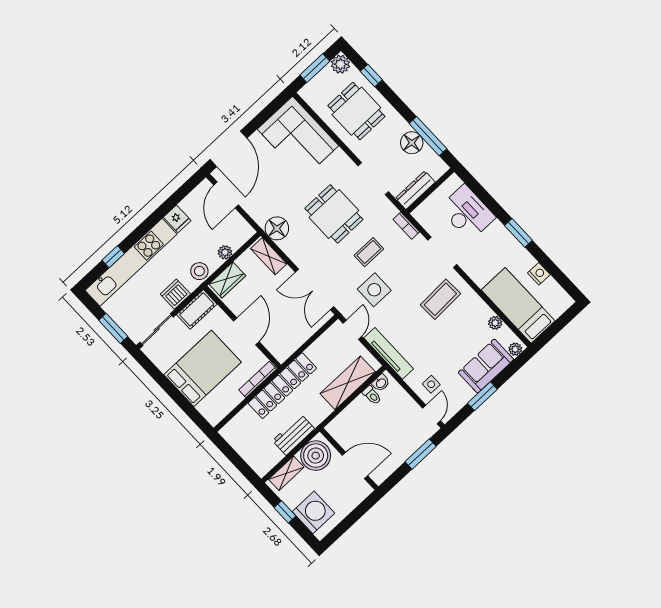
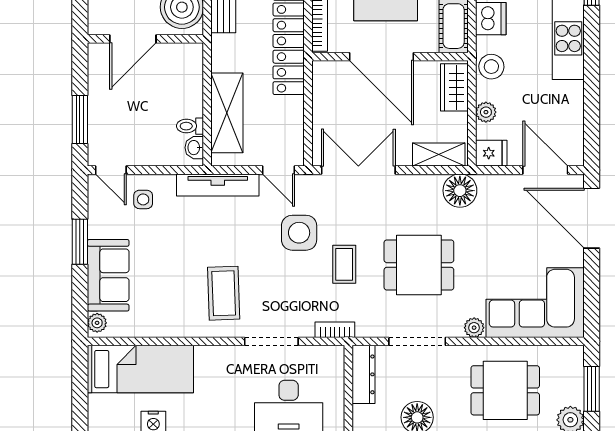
fridge: (177, 219) -> (491, 153), moved, turned 180
plant: (495, 323) -> (474, 328), moved
door: (246, 331) -> (382, 57), width x1.36

